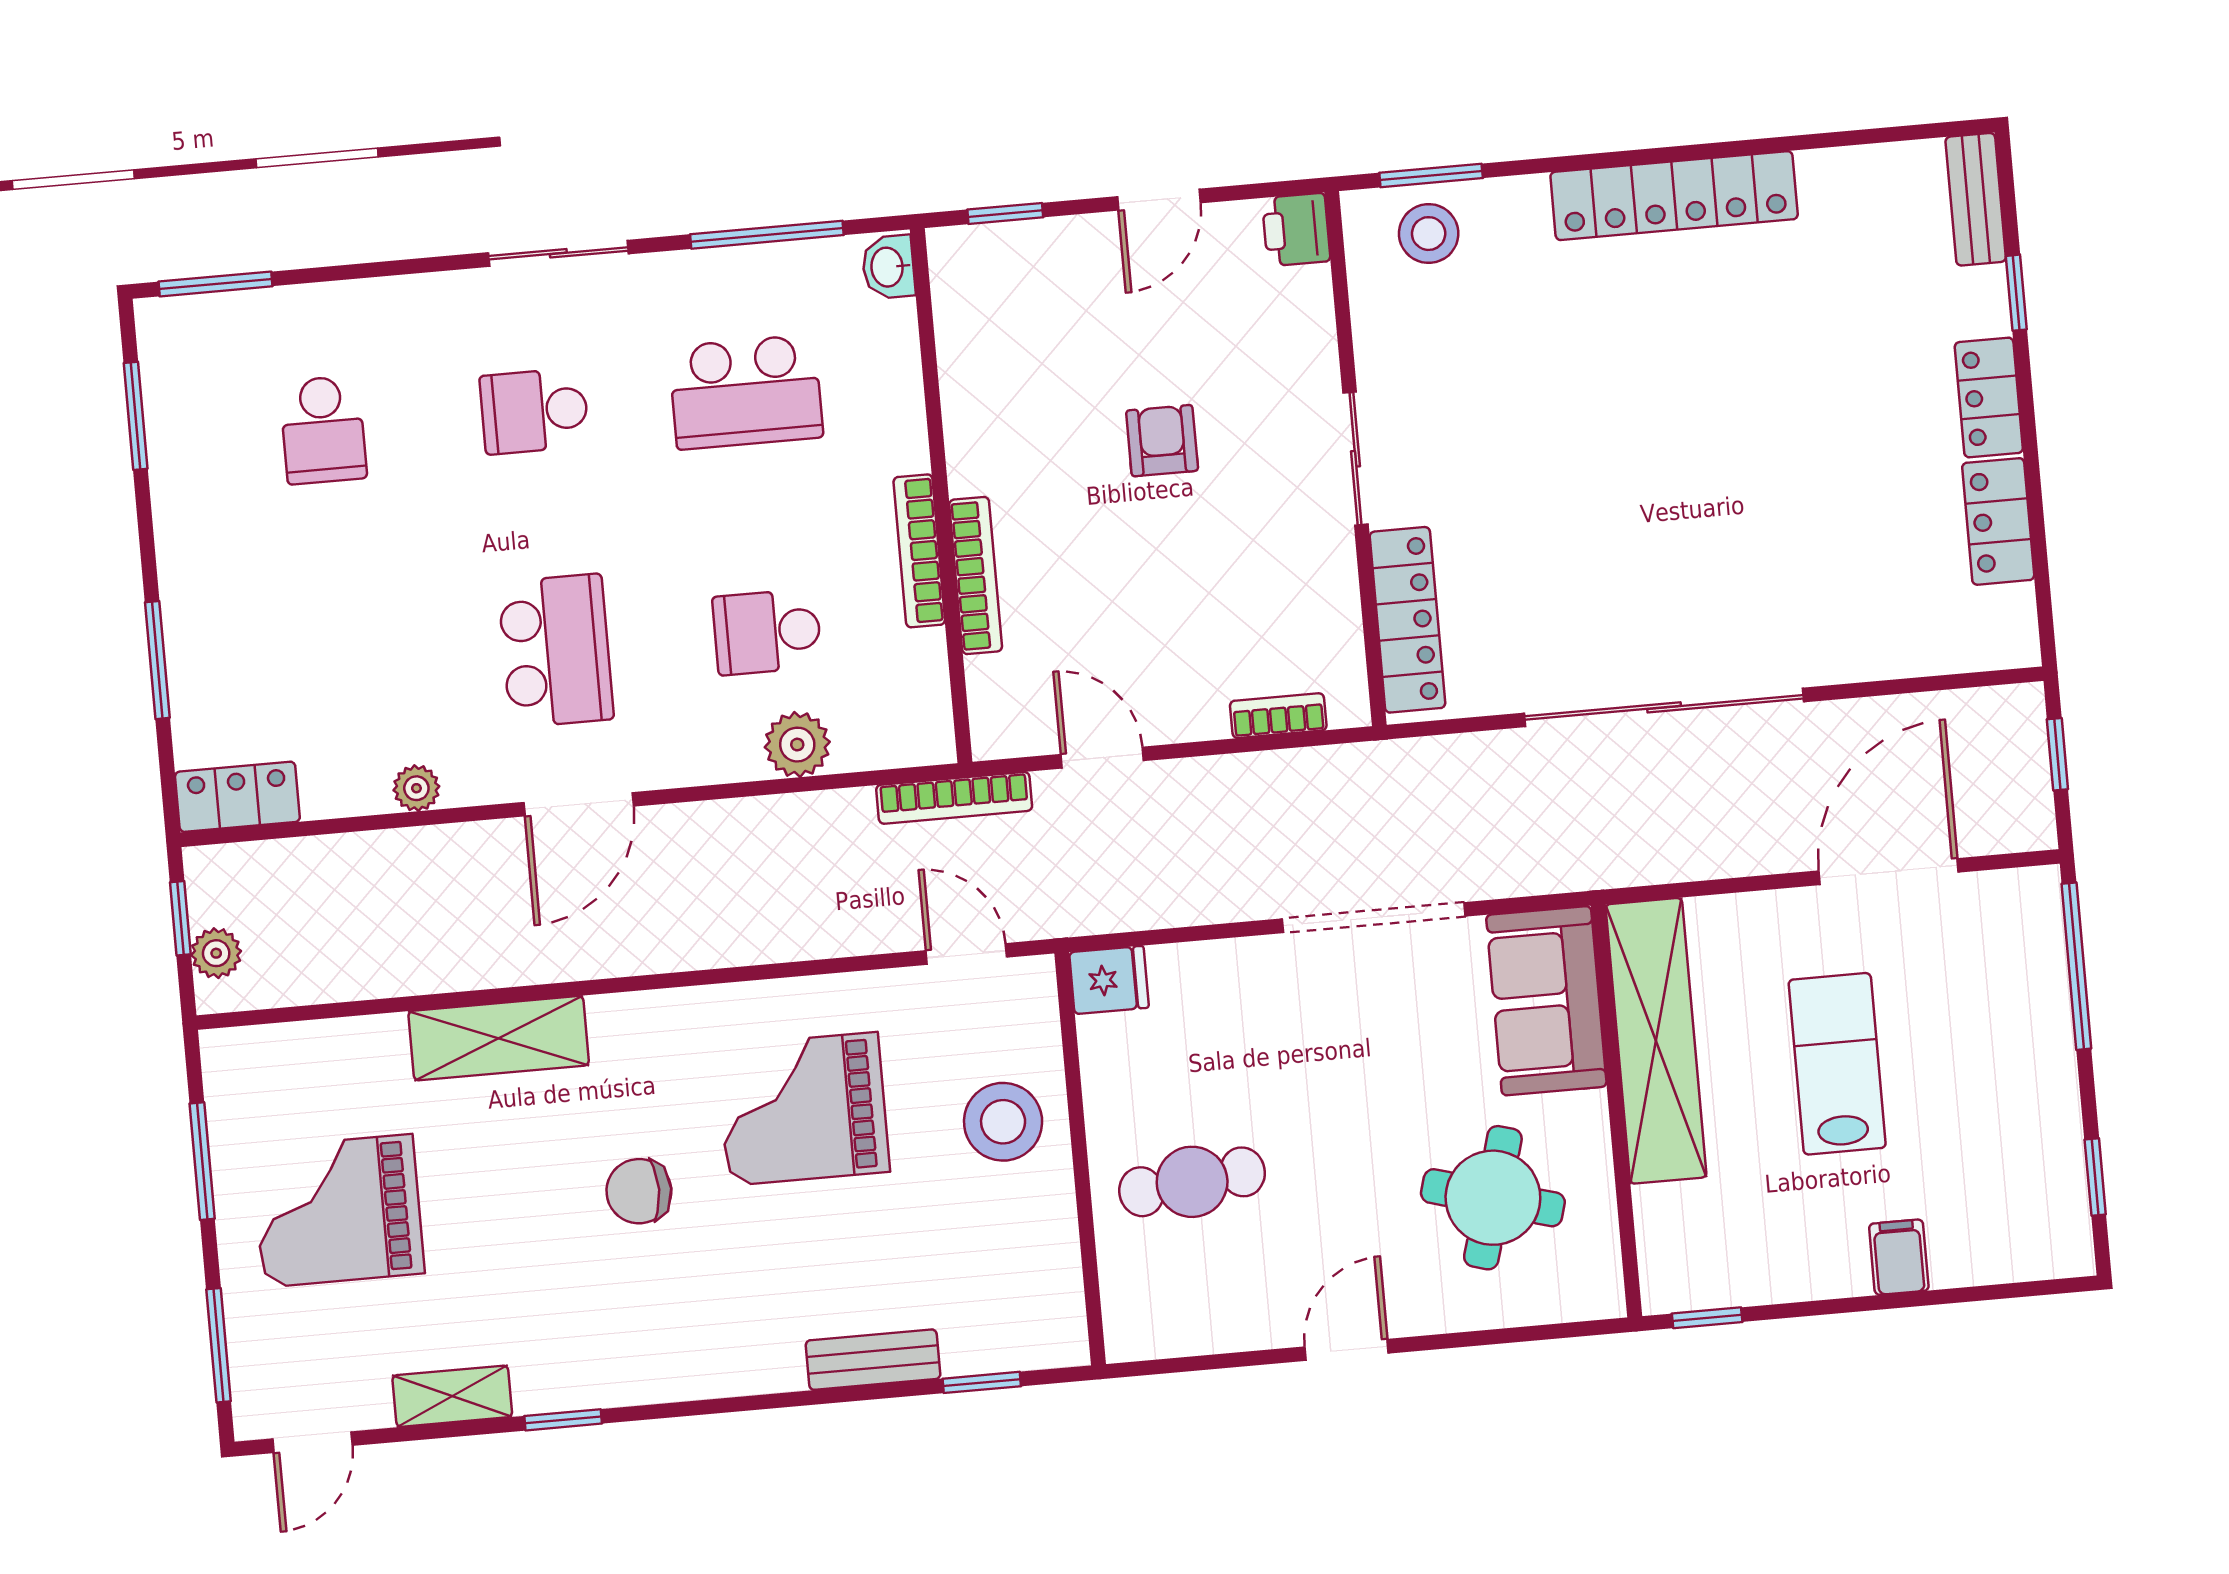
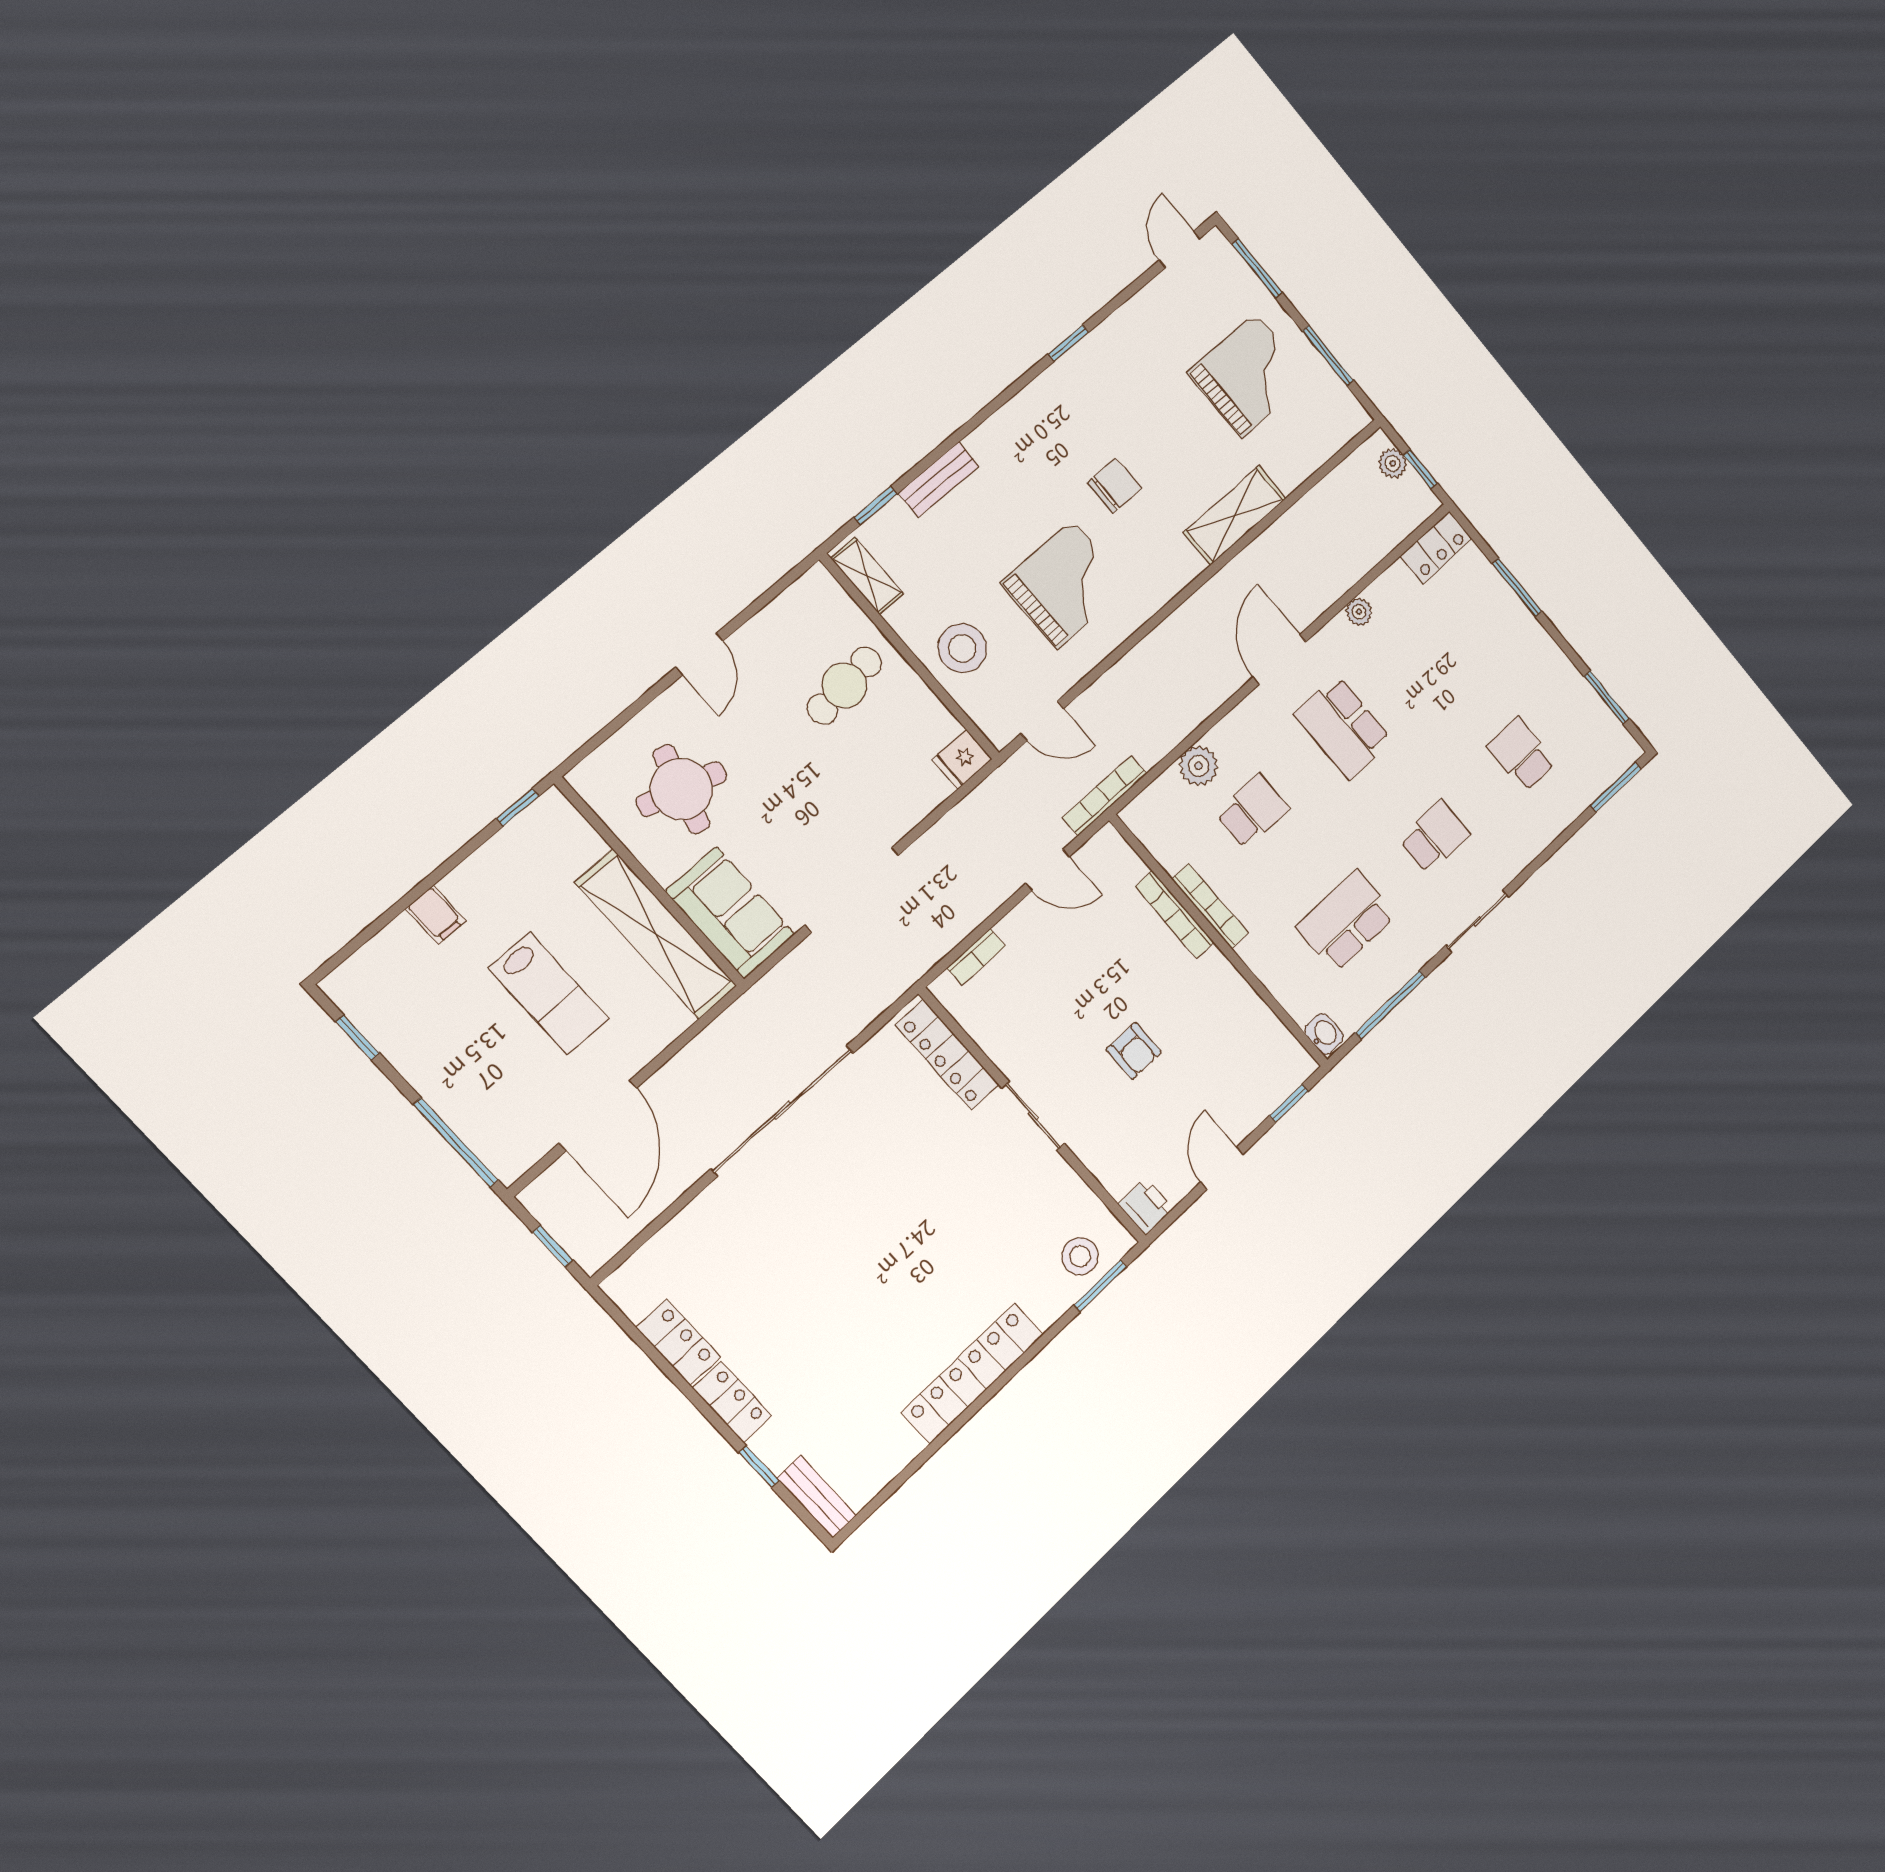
shelving: (452, 1396) -> (867, 576), moved, turned 90

